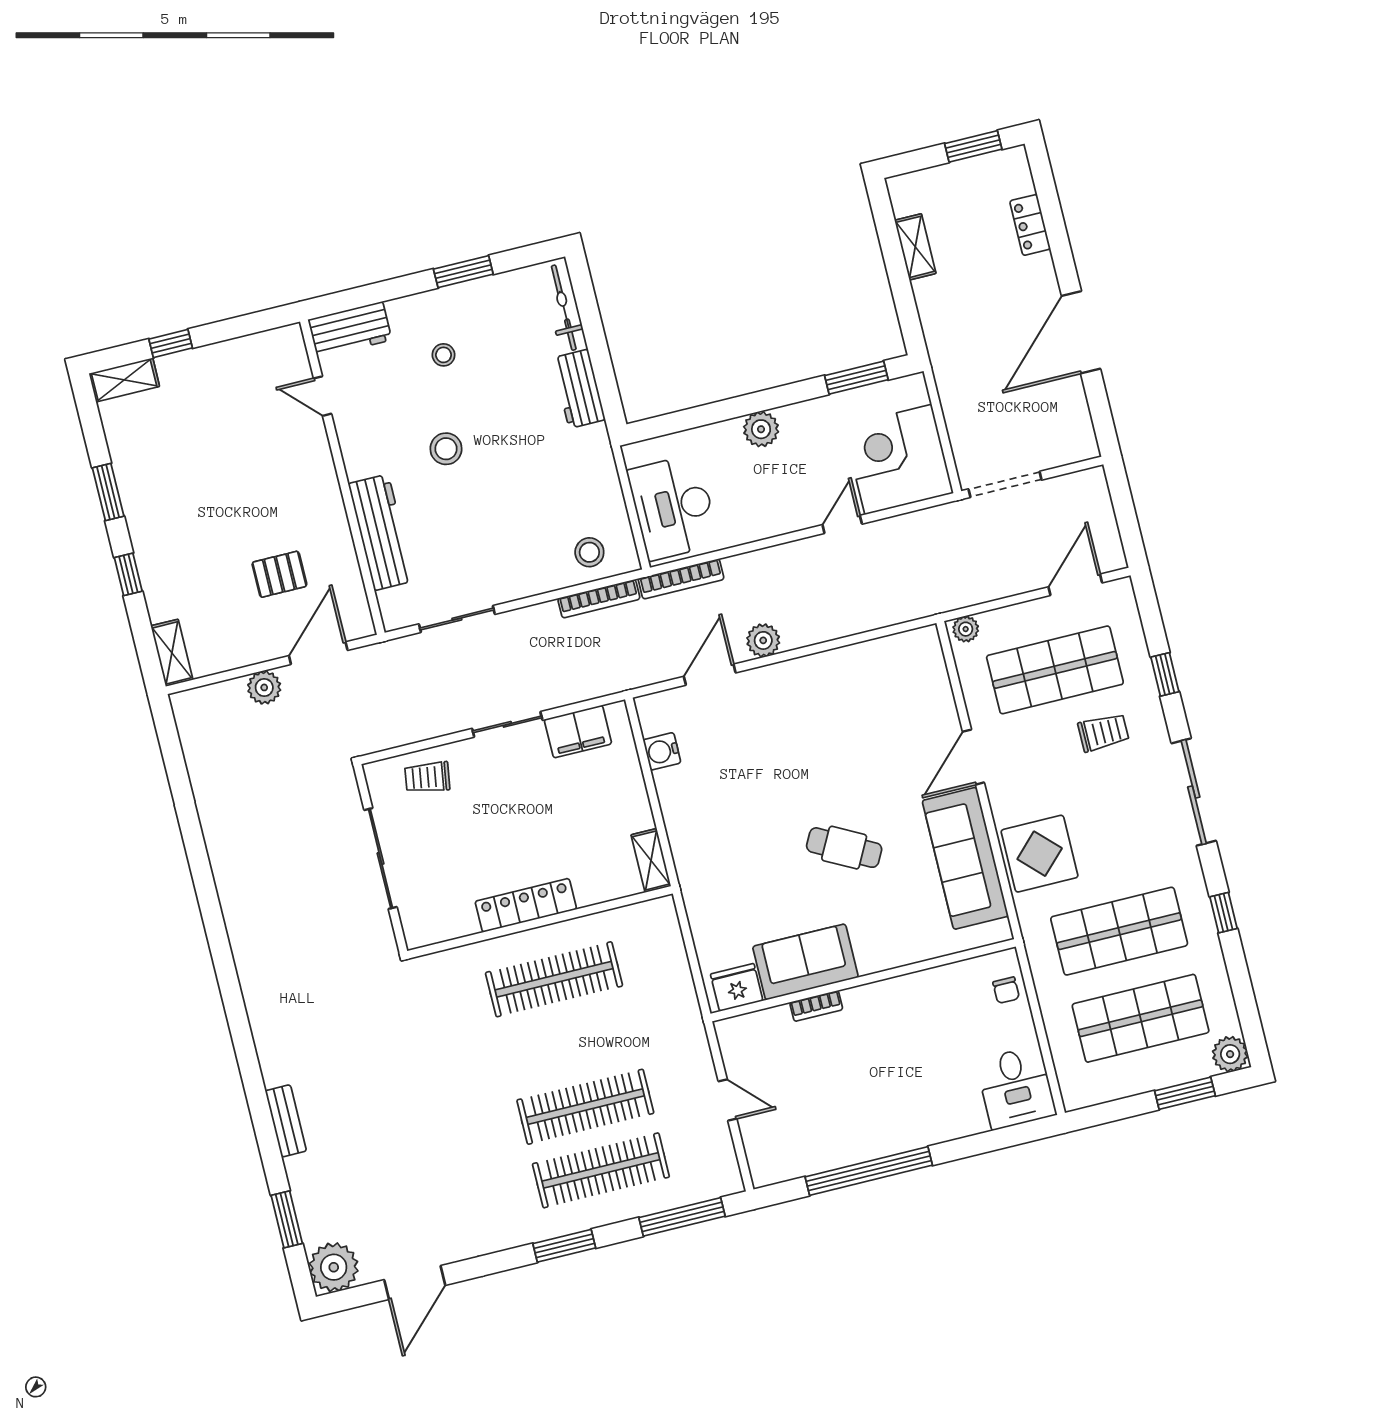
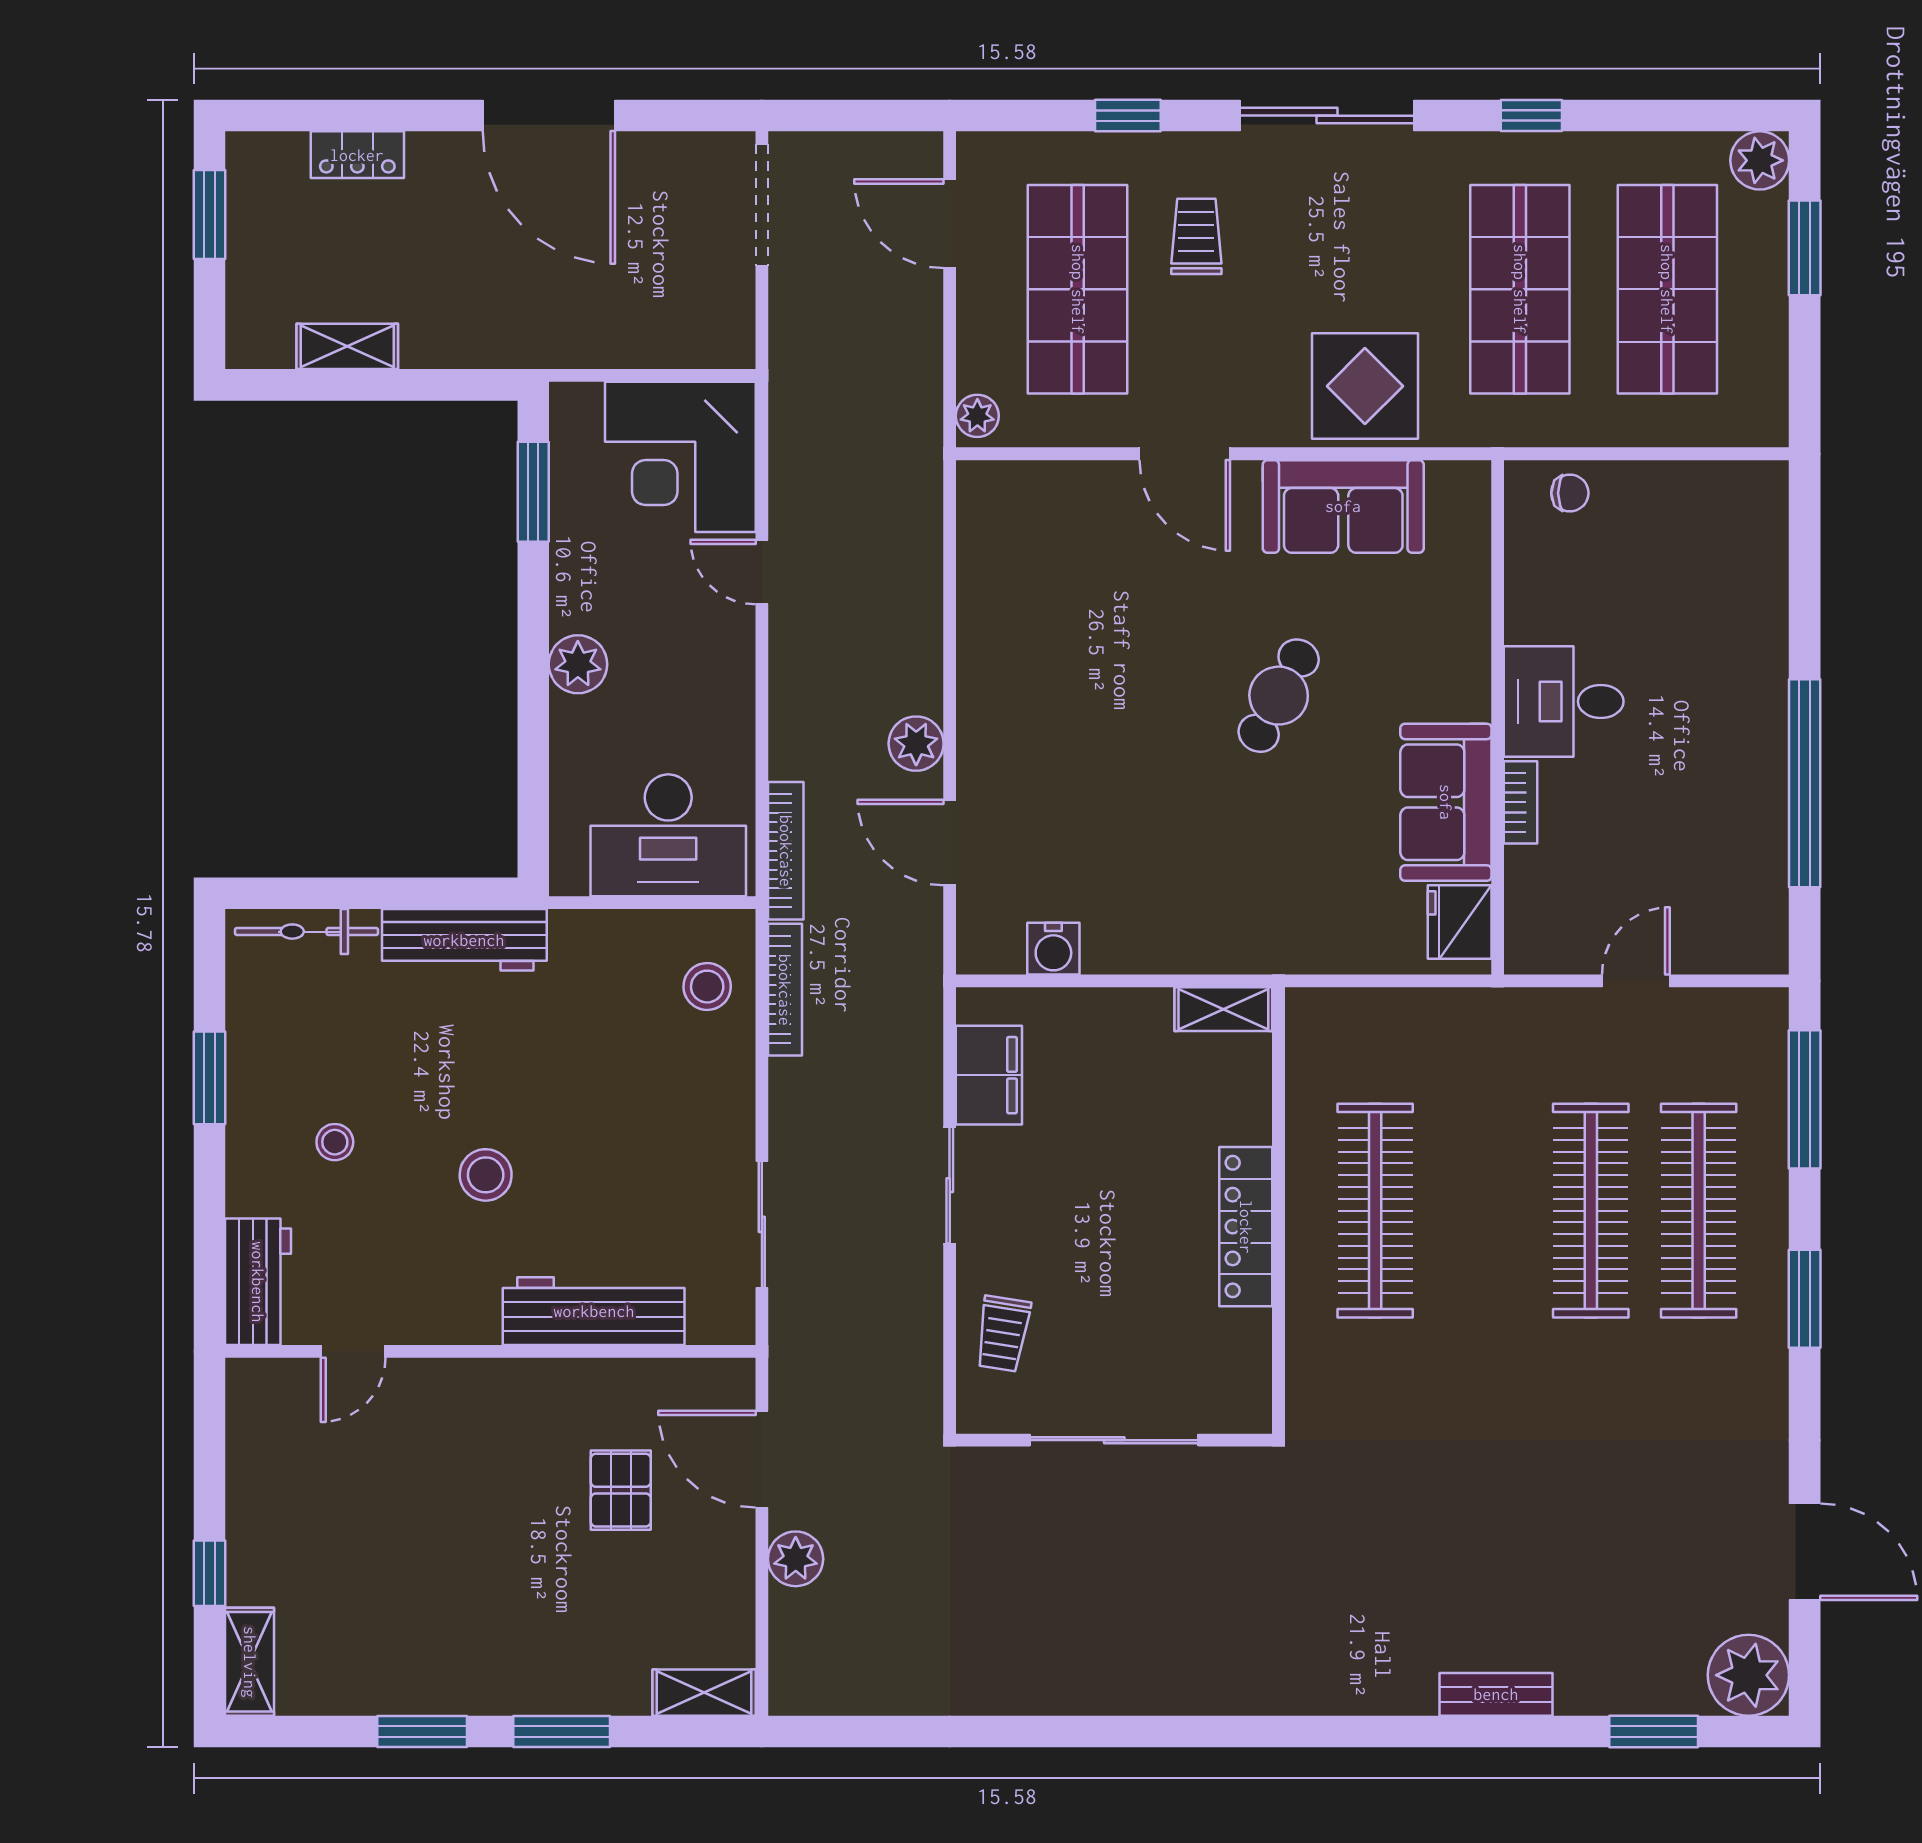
workbench: (579, 389) -> (464, 940), width x1.38
doorway: (1005, 484) -> (762, 205), moved
window: (128, 574) -> (562, 1731), width x1.50
sofa: (965, 858) -> (1343, 506), width x0.73
desk: (1016, 1088) -> (1564, 701), moved, turned 180

